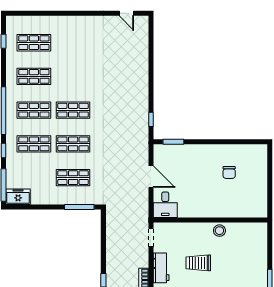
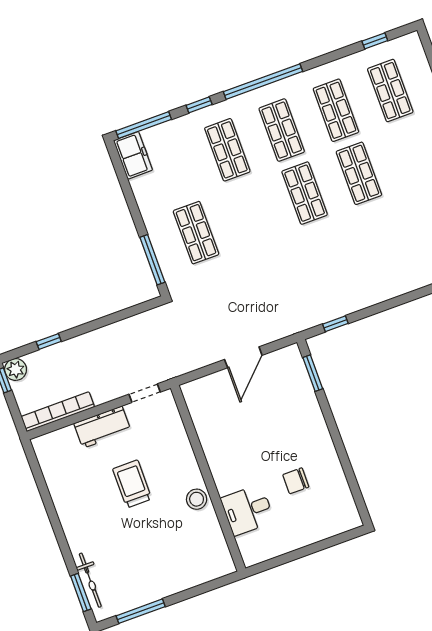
shop shelf: (73, 144) -> (359, 173), moved
desk: (165, 205) -> (248, 510), moved

